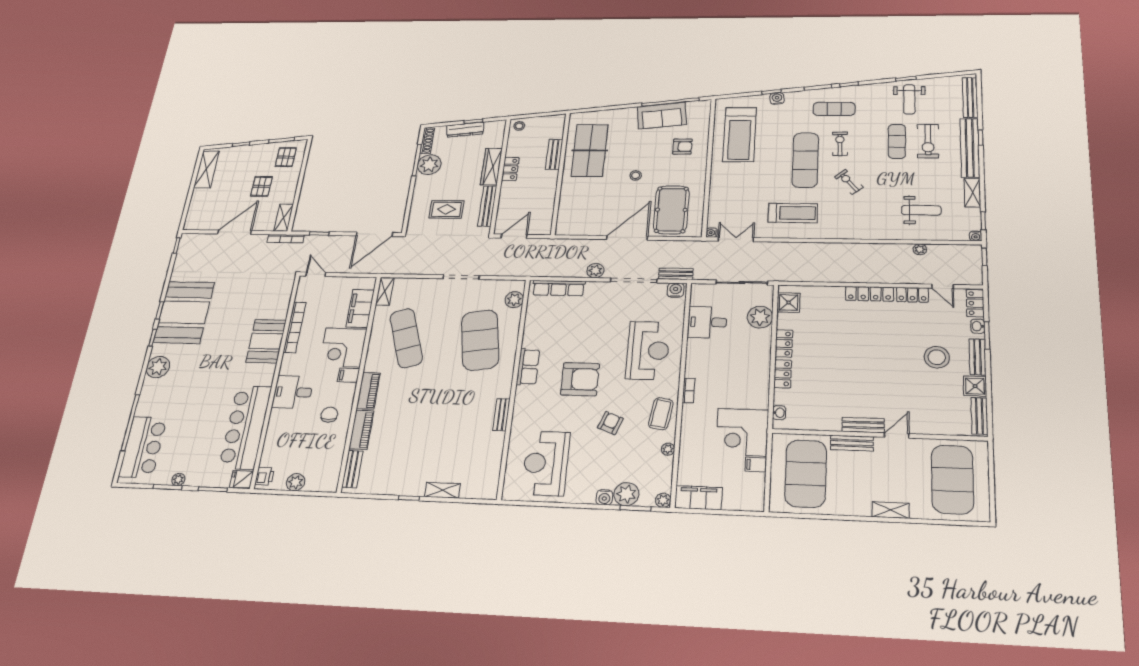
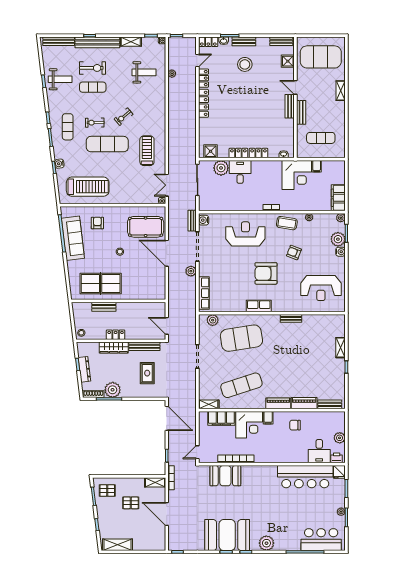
sofa: (662, 116) -> (73, 238), width x1.36
weight bench: (921, 210) -> (144, 72), turned 90
desk: (707, 322) -> (240, 172), moved, turned 180
booth: (266, 341) -> (225, 476), moved
armchair: (580, 379) -> (266, 273), turned -90
shower: (975, 386) -> (288, 61), moved
desk: (293, 392) -> (319, 451), moved
exercise mat: (806, 473) -> (321, 138), width x0.50, depth x0.69

